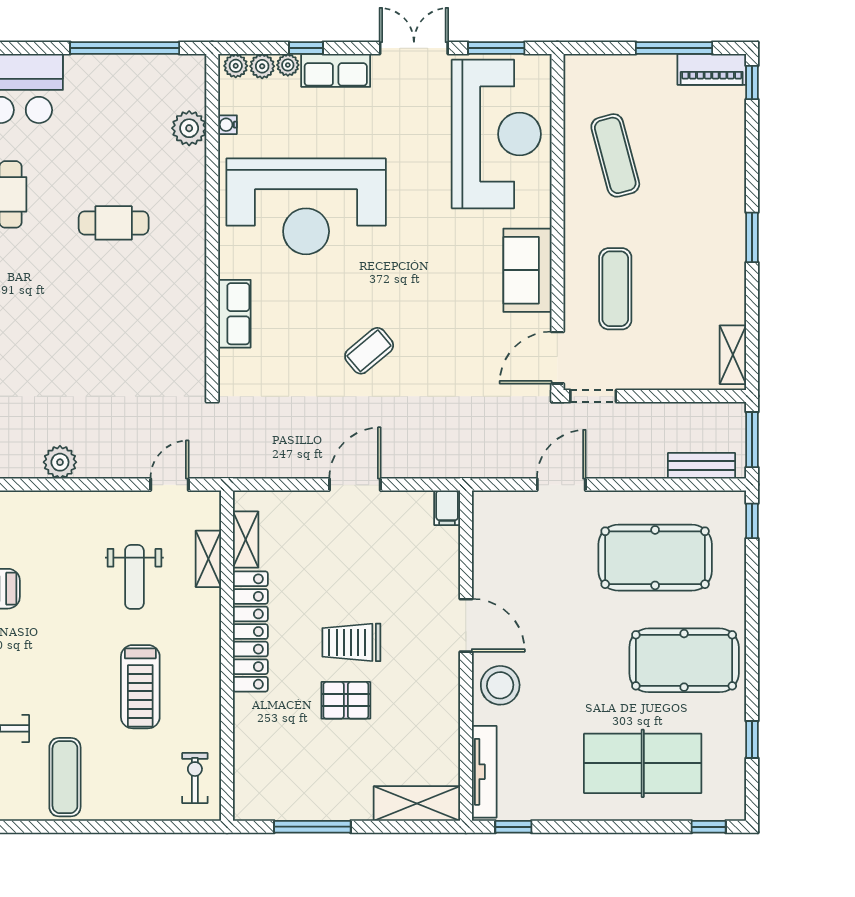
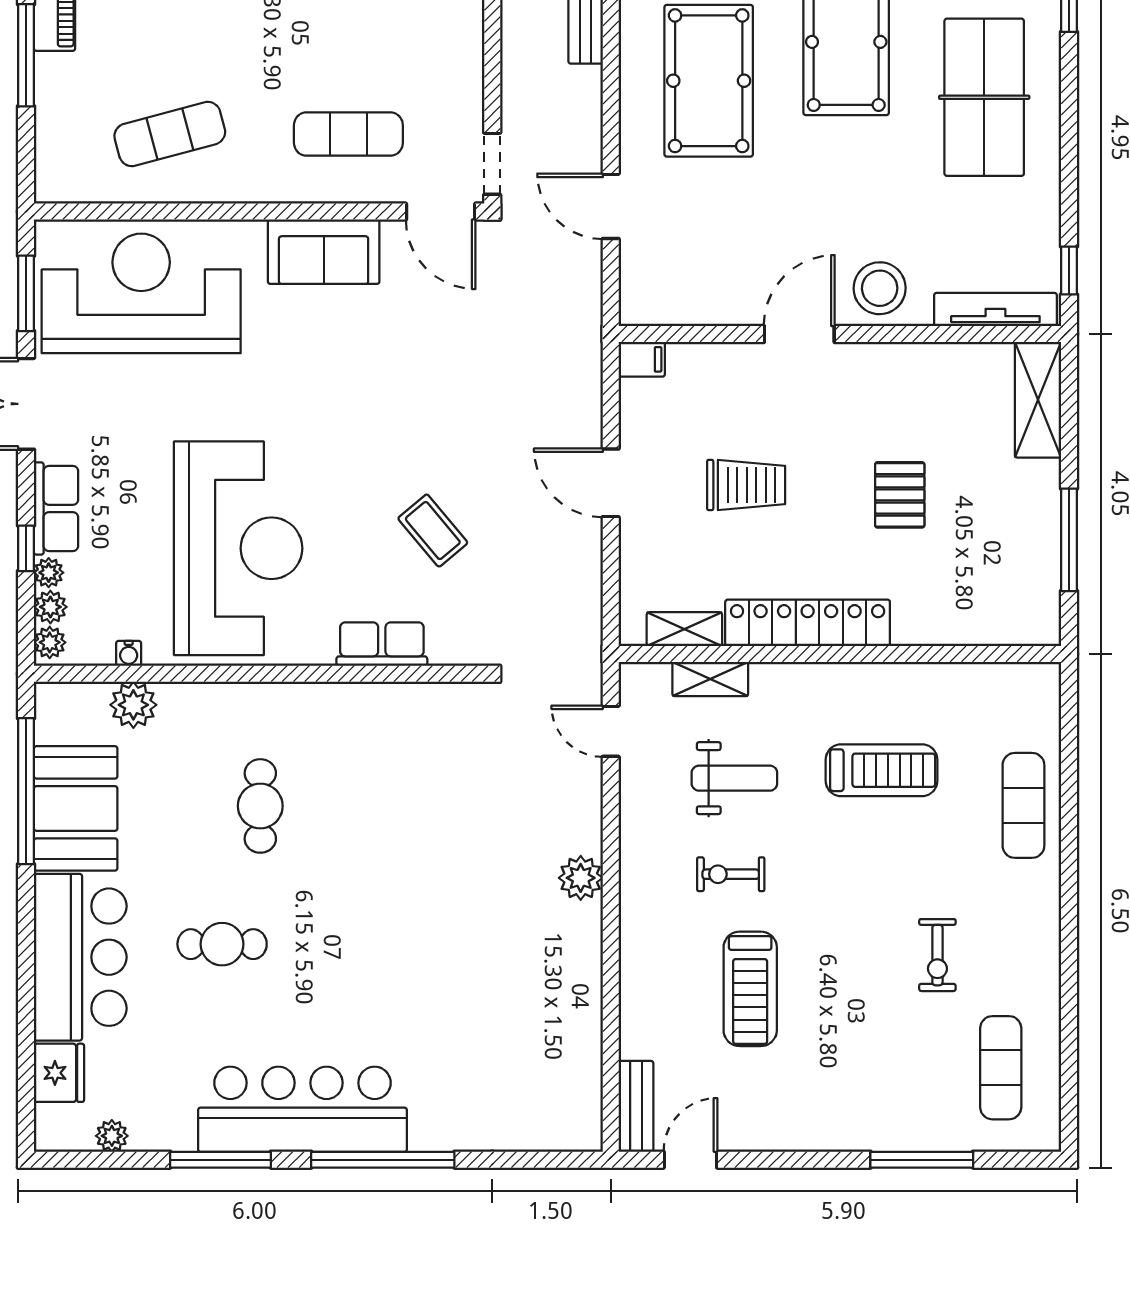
booth: (112, 85) -> (76, 808), added
coffee table: (369, 351) -> (433, 531), moved
trolley: (351, 642) -> (746, 485), moved, turned -90
exercise mat: (65, 777) -> (1023, 805), moved, turned 90
exercise bike: (195, 778) -> (731, 874), moved

